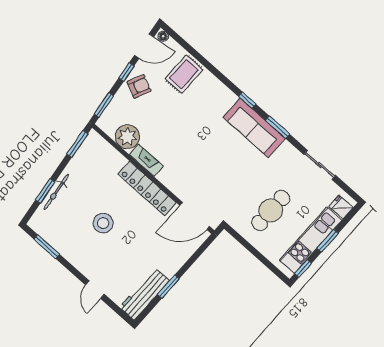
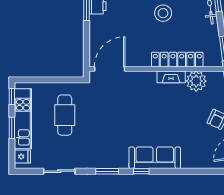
rug: (184, 74) -> (196, 152), removed
sofa: (254, 128) -> (155, 158), moved
locker: (147, 188) -> (177, 60), moved

